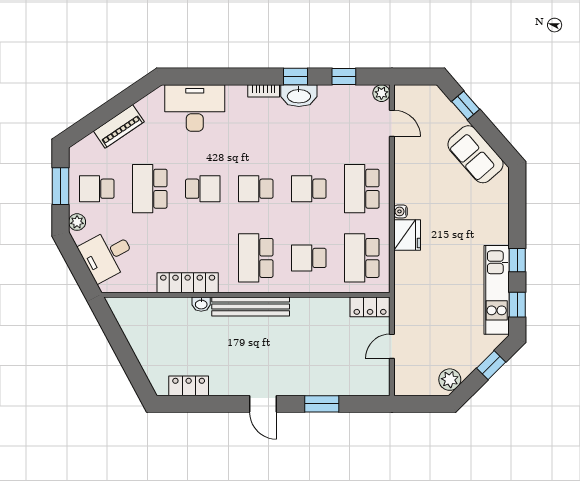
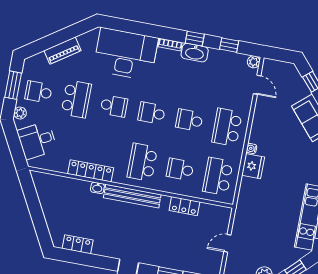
desk: (195, 108) -> (126, 54), width x1.36, depth x1.30
school desk: (150, 189) -> (76, 99), turned 180
locker: (370, 307) -> (184, 206), moved

